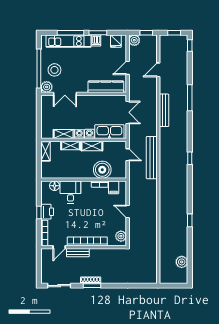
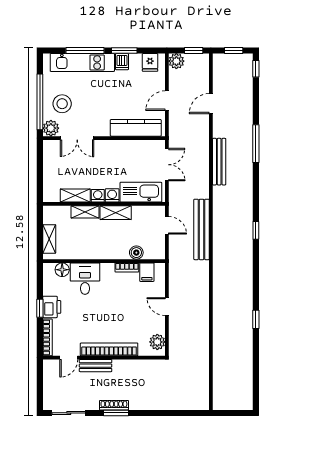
shelving: (46, 151) -> (49, 239), moved
boiler: (102, 170) -> (136, 253), width x0.54, depth x0.54
plant: (182, 262) -> (244, 379), removed

